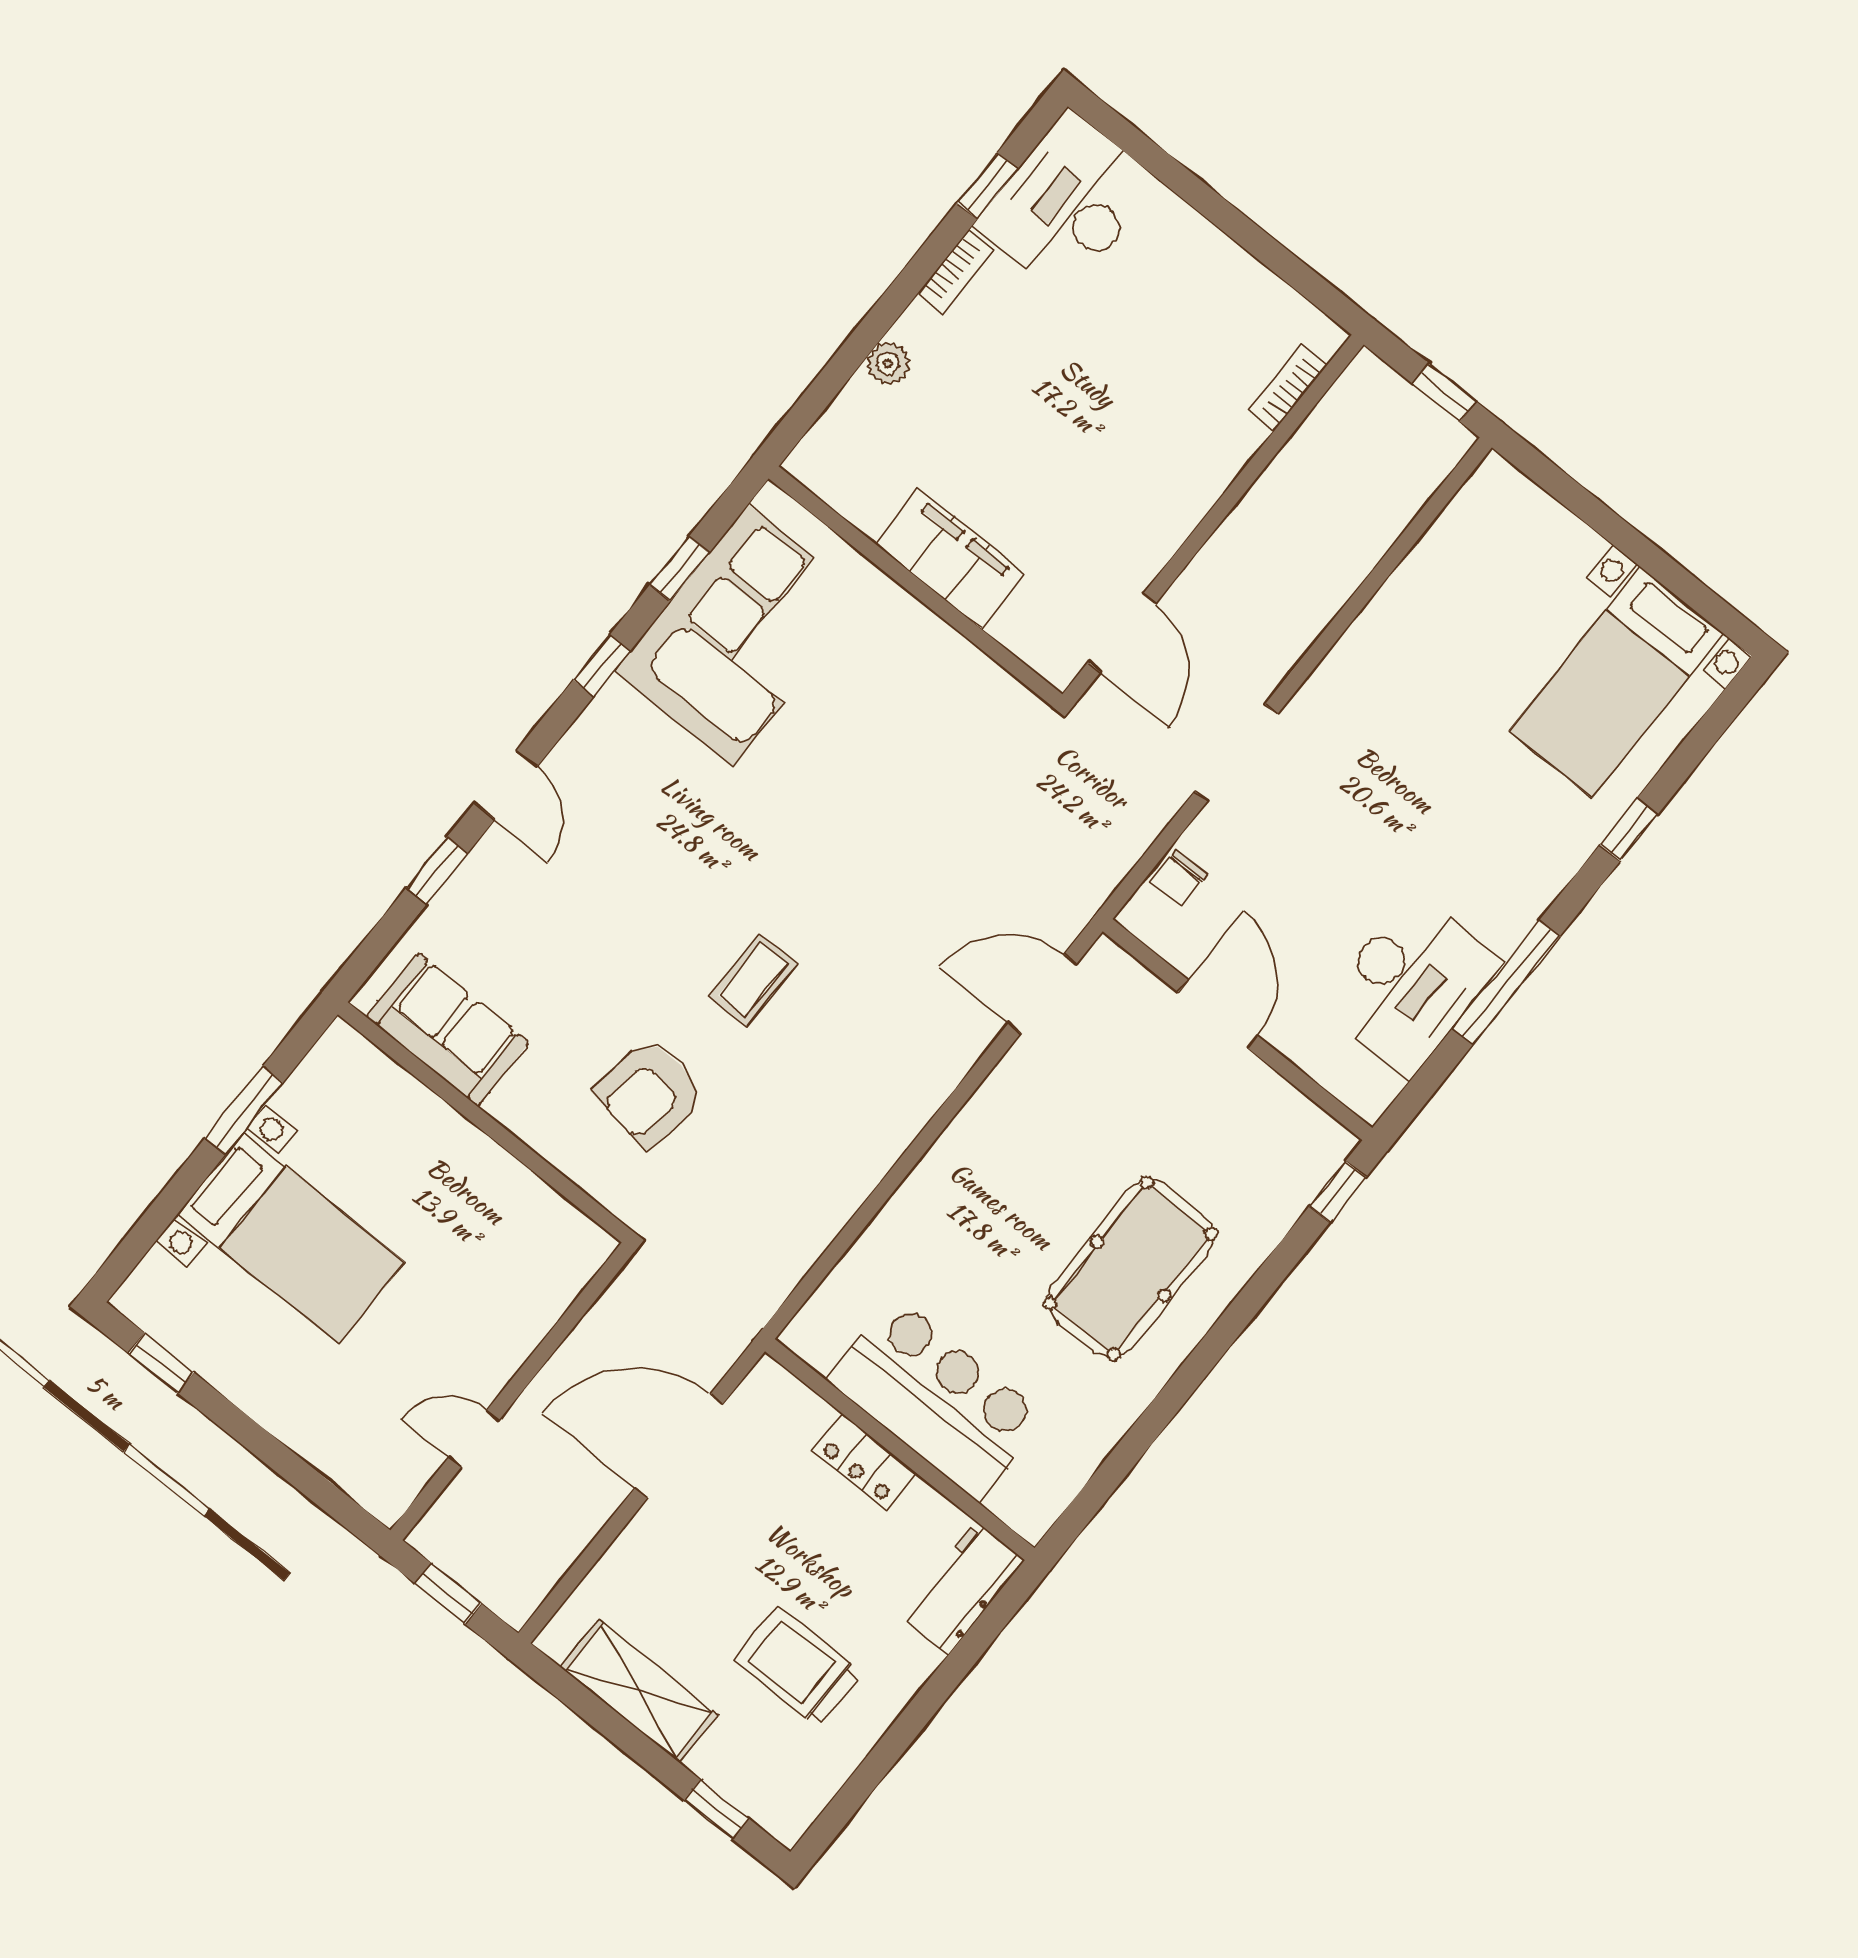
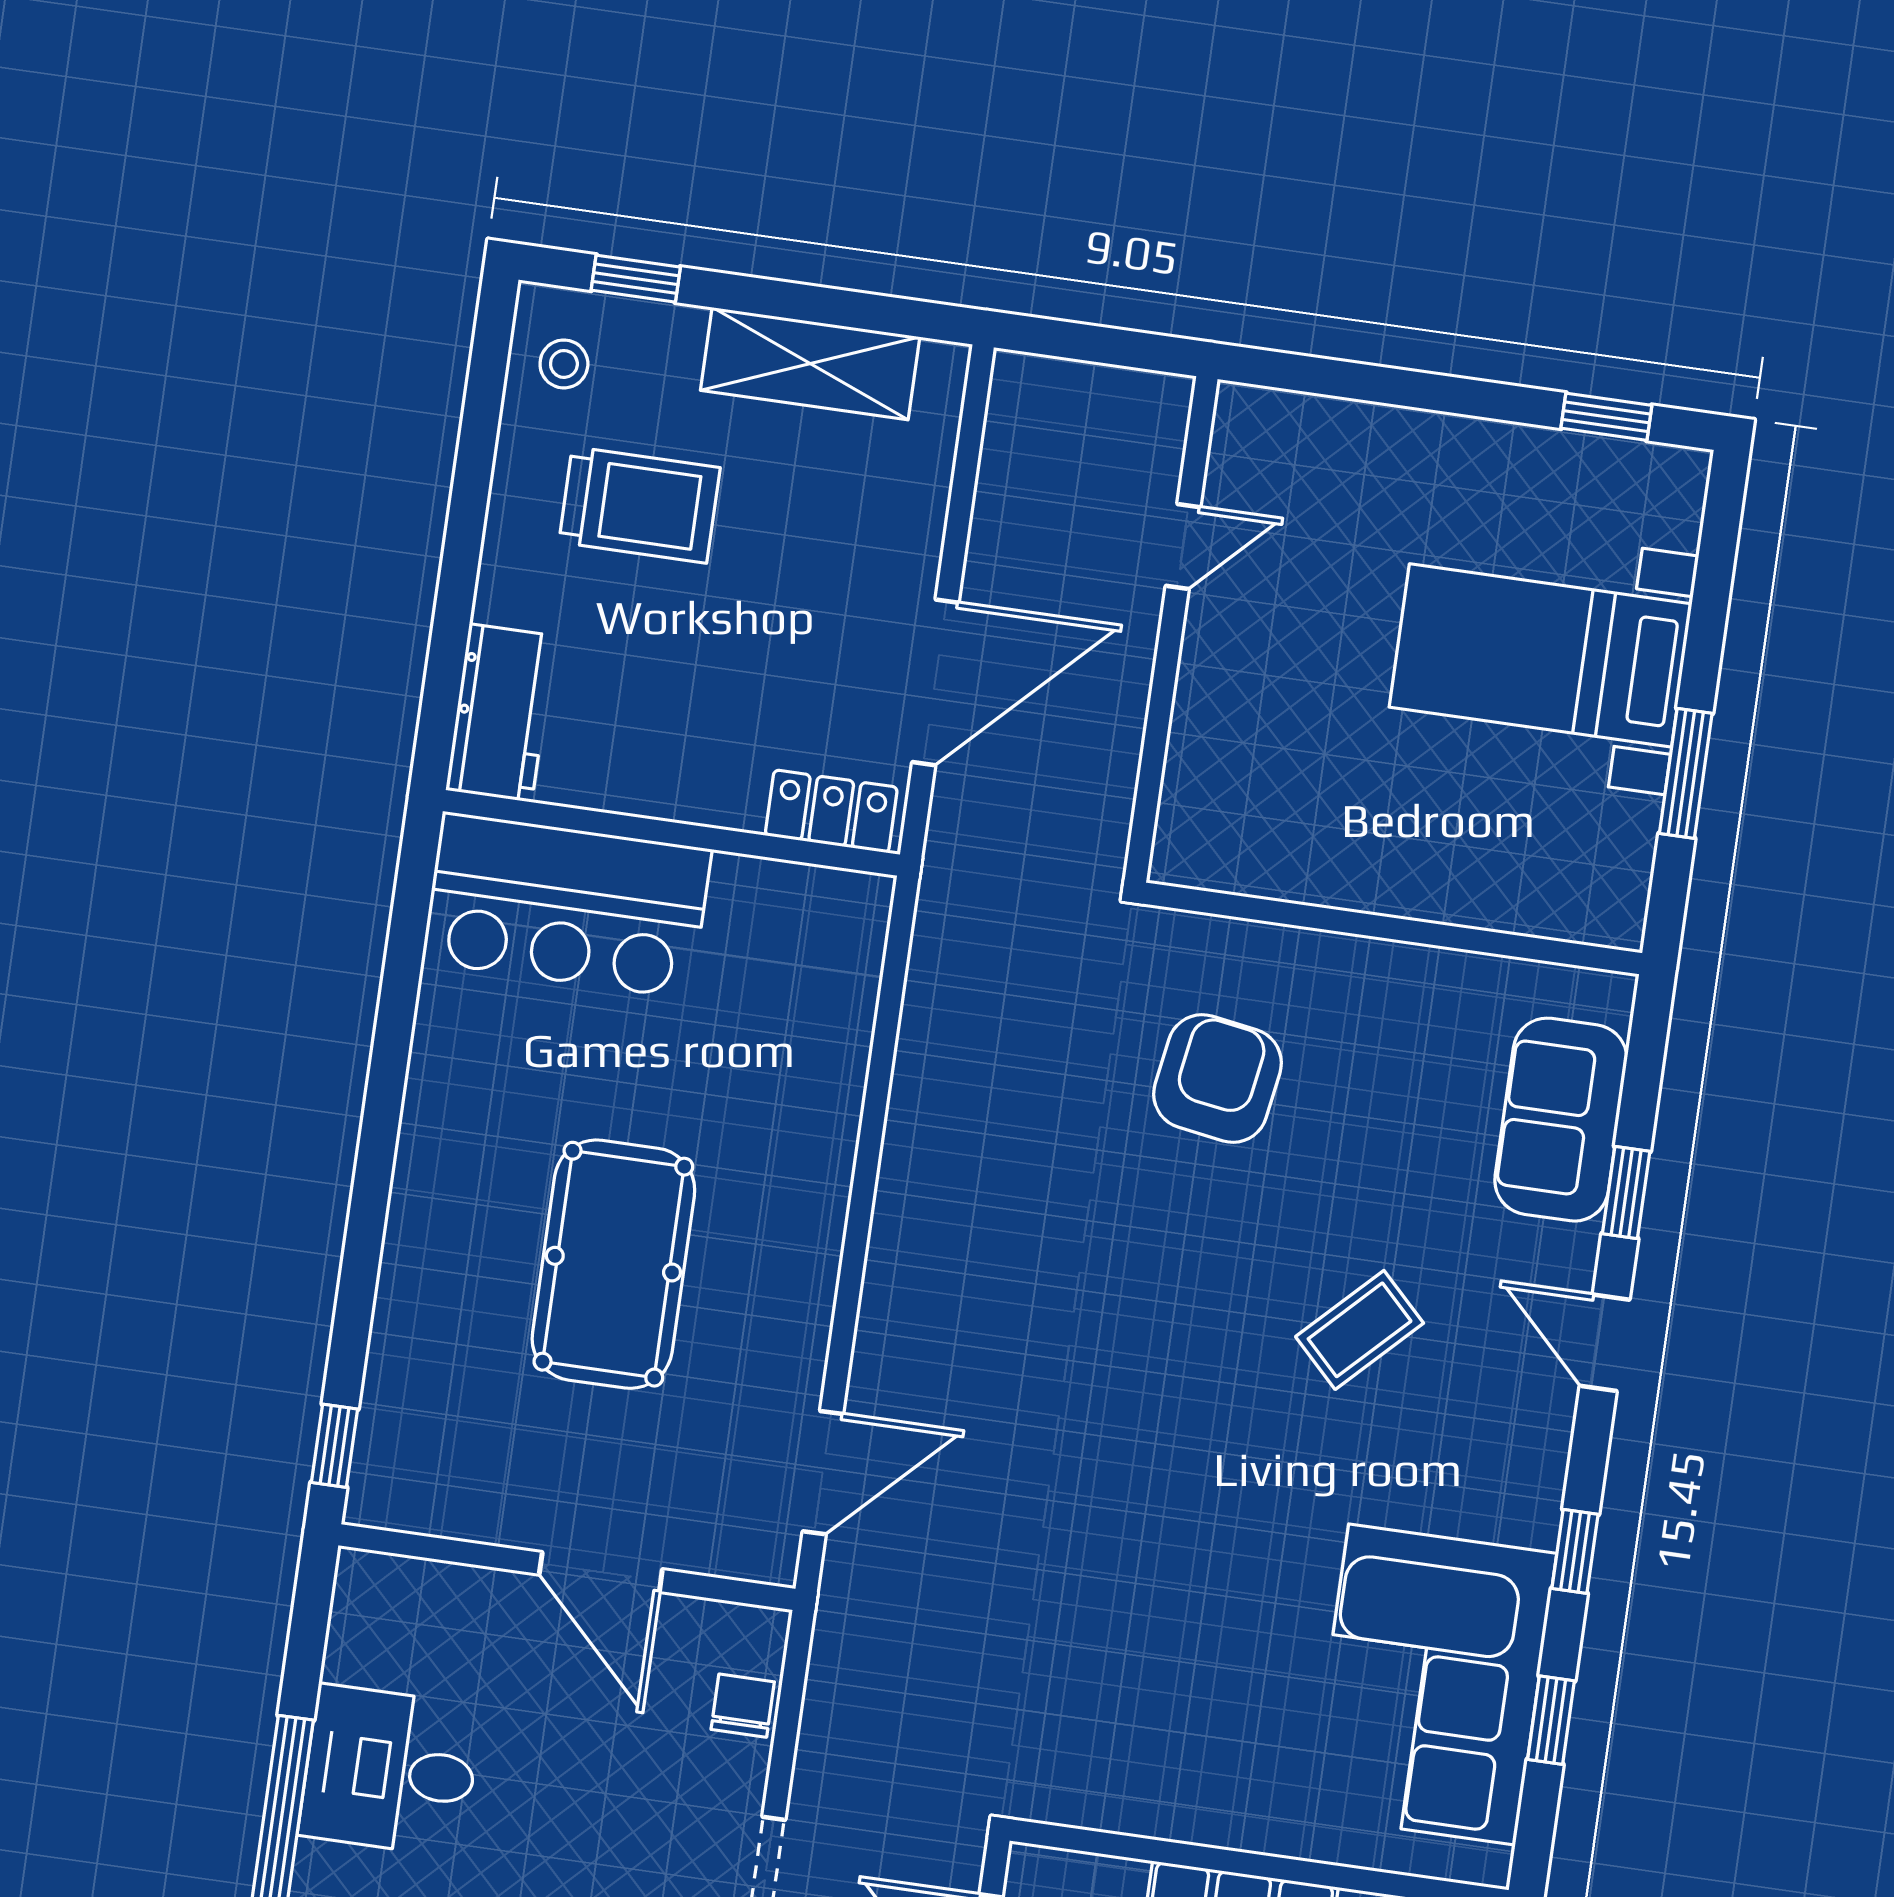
coffee table: (753, 980) -> (1360, 1330), moved, turned 45
desk: (1410, 984) -> (390, 1771), width x0.73
sofa: (448, 1029) -> (1561, 1120), moved, turned 90
pool table: (1130, 1269) -> (613, 1264), moved
bar counter: (936, 1399) -> (567, 905), moved
locker: (864, 1462) -> (831, 811), moved
window: (448, 1594) -> (1105, 345), removed
stool: (793, 1783) -> (564, 364), added

